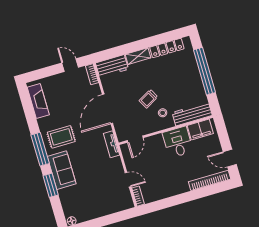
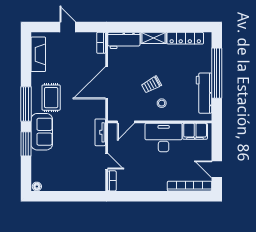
door: (70, 65) -> (68, 27), moved
workbench: (192, 114) -> (204, 93), moved, turned -90
rug: (61, 137) -> (51, 98), turned 90
desk: (178, 142) -> (164, 138), width x1.37
tv unit: (111, 144) -> (100, 132), moved

